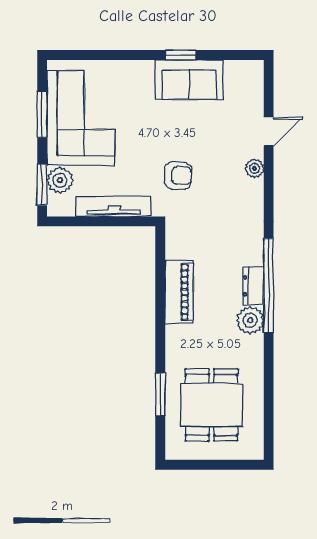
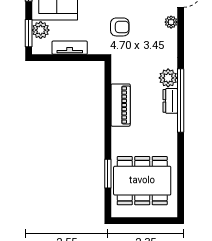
tv unit: (114, 207) -> (70, 48), width x0.71
plant: (250, 320) -> (168, 78), moved
dining table: (212, 405) -> (142, 181), width x1.38

